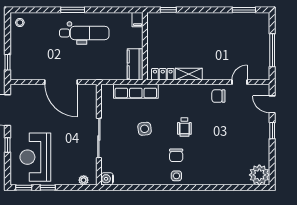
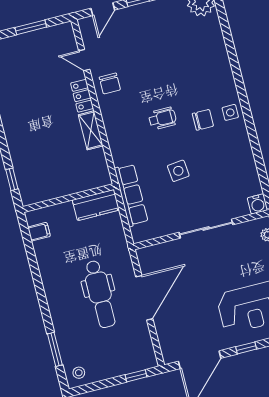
window: (73, 10) -> (55, 349), moved
filing cabinet: (138, 20) -> (39, 232), moved
dental chair: (84, 33) -> (100, 294), moved, turned 180
window: (272, 50) -> (31, 27), width x0.69
locker: (163, 74) -> (82, 96), moved

